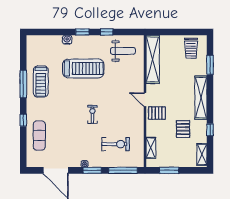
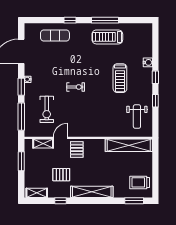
window: (210, 65) -> (134, 201), moved
treadmill: (83, 68) -> (120, 78), width x0.73, depth x0.73
door: (145, 100) -> (60, 138), moved

